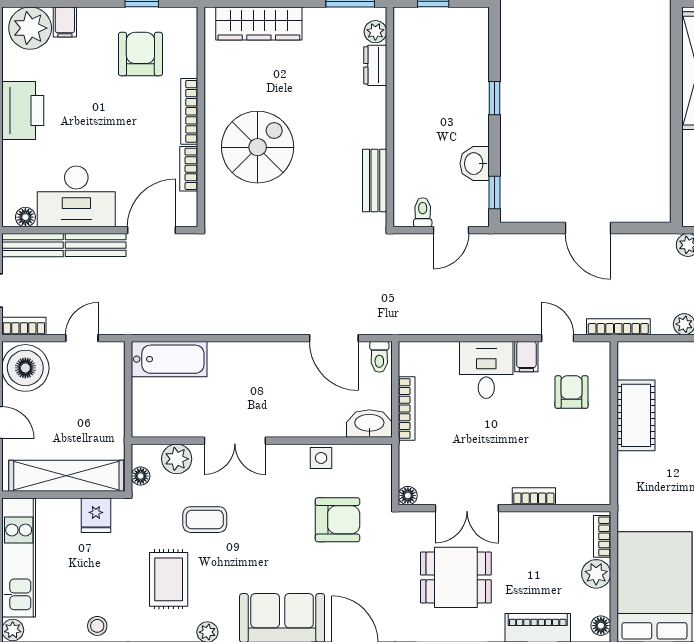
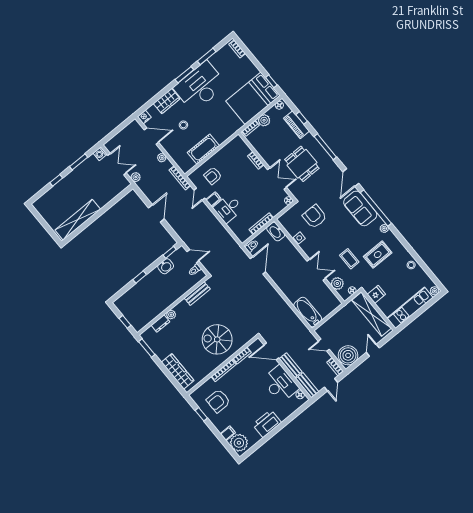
plant: (375, 32) -> (171, 315), moved

